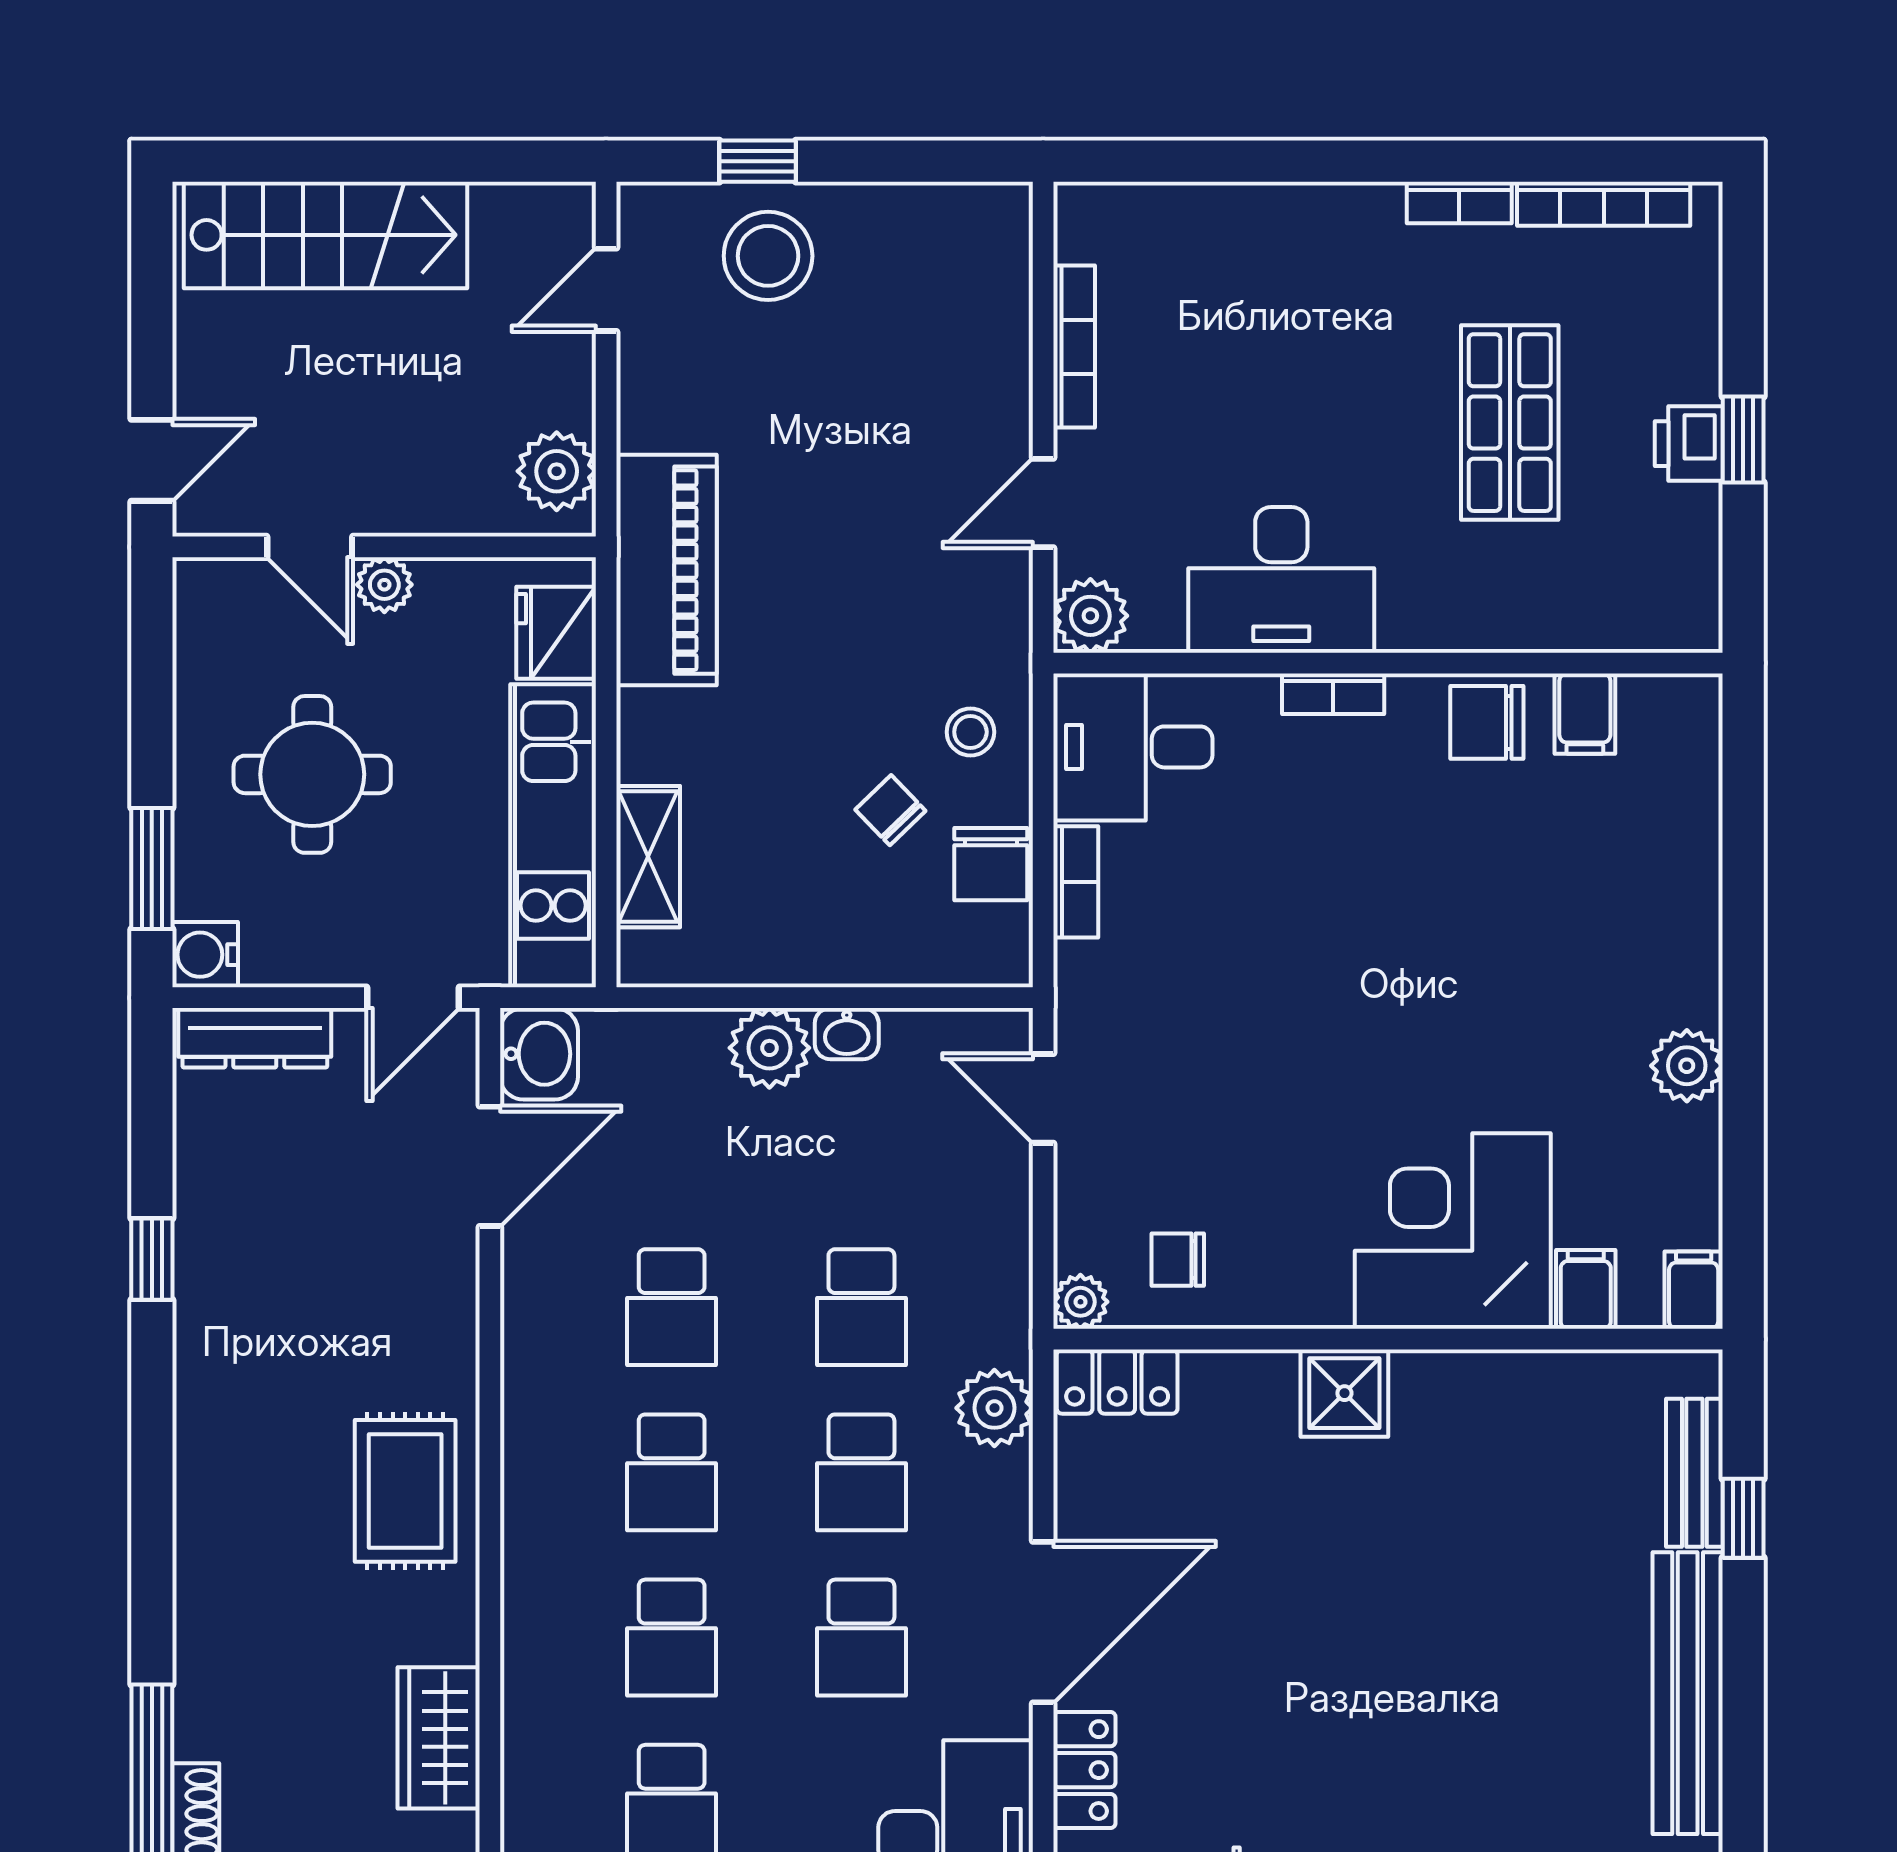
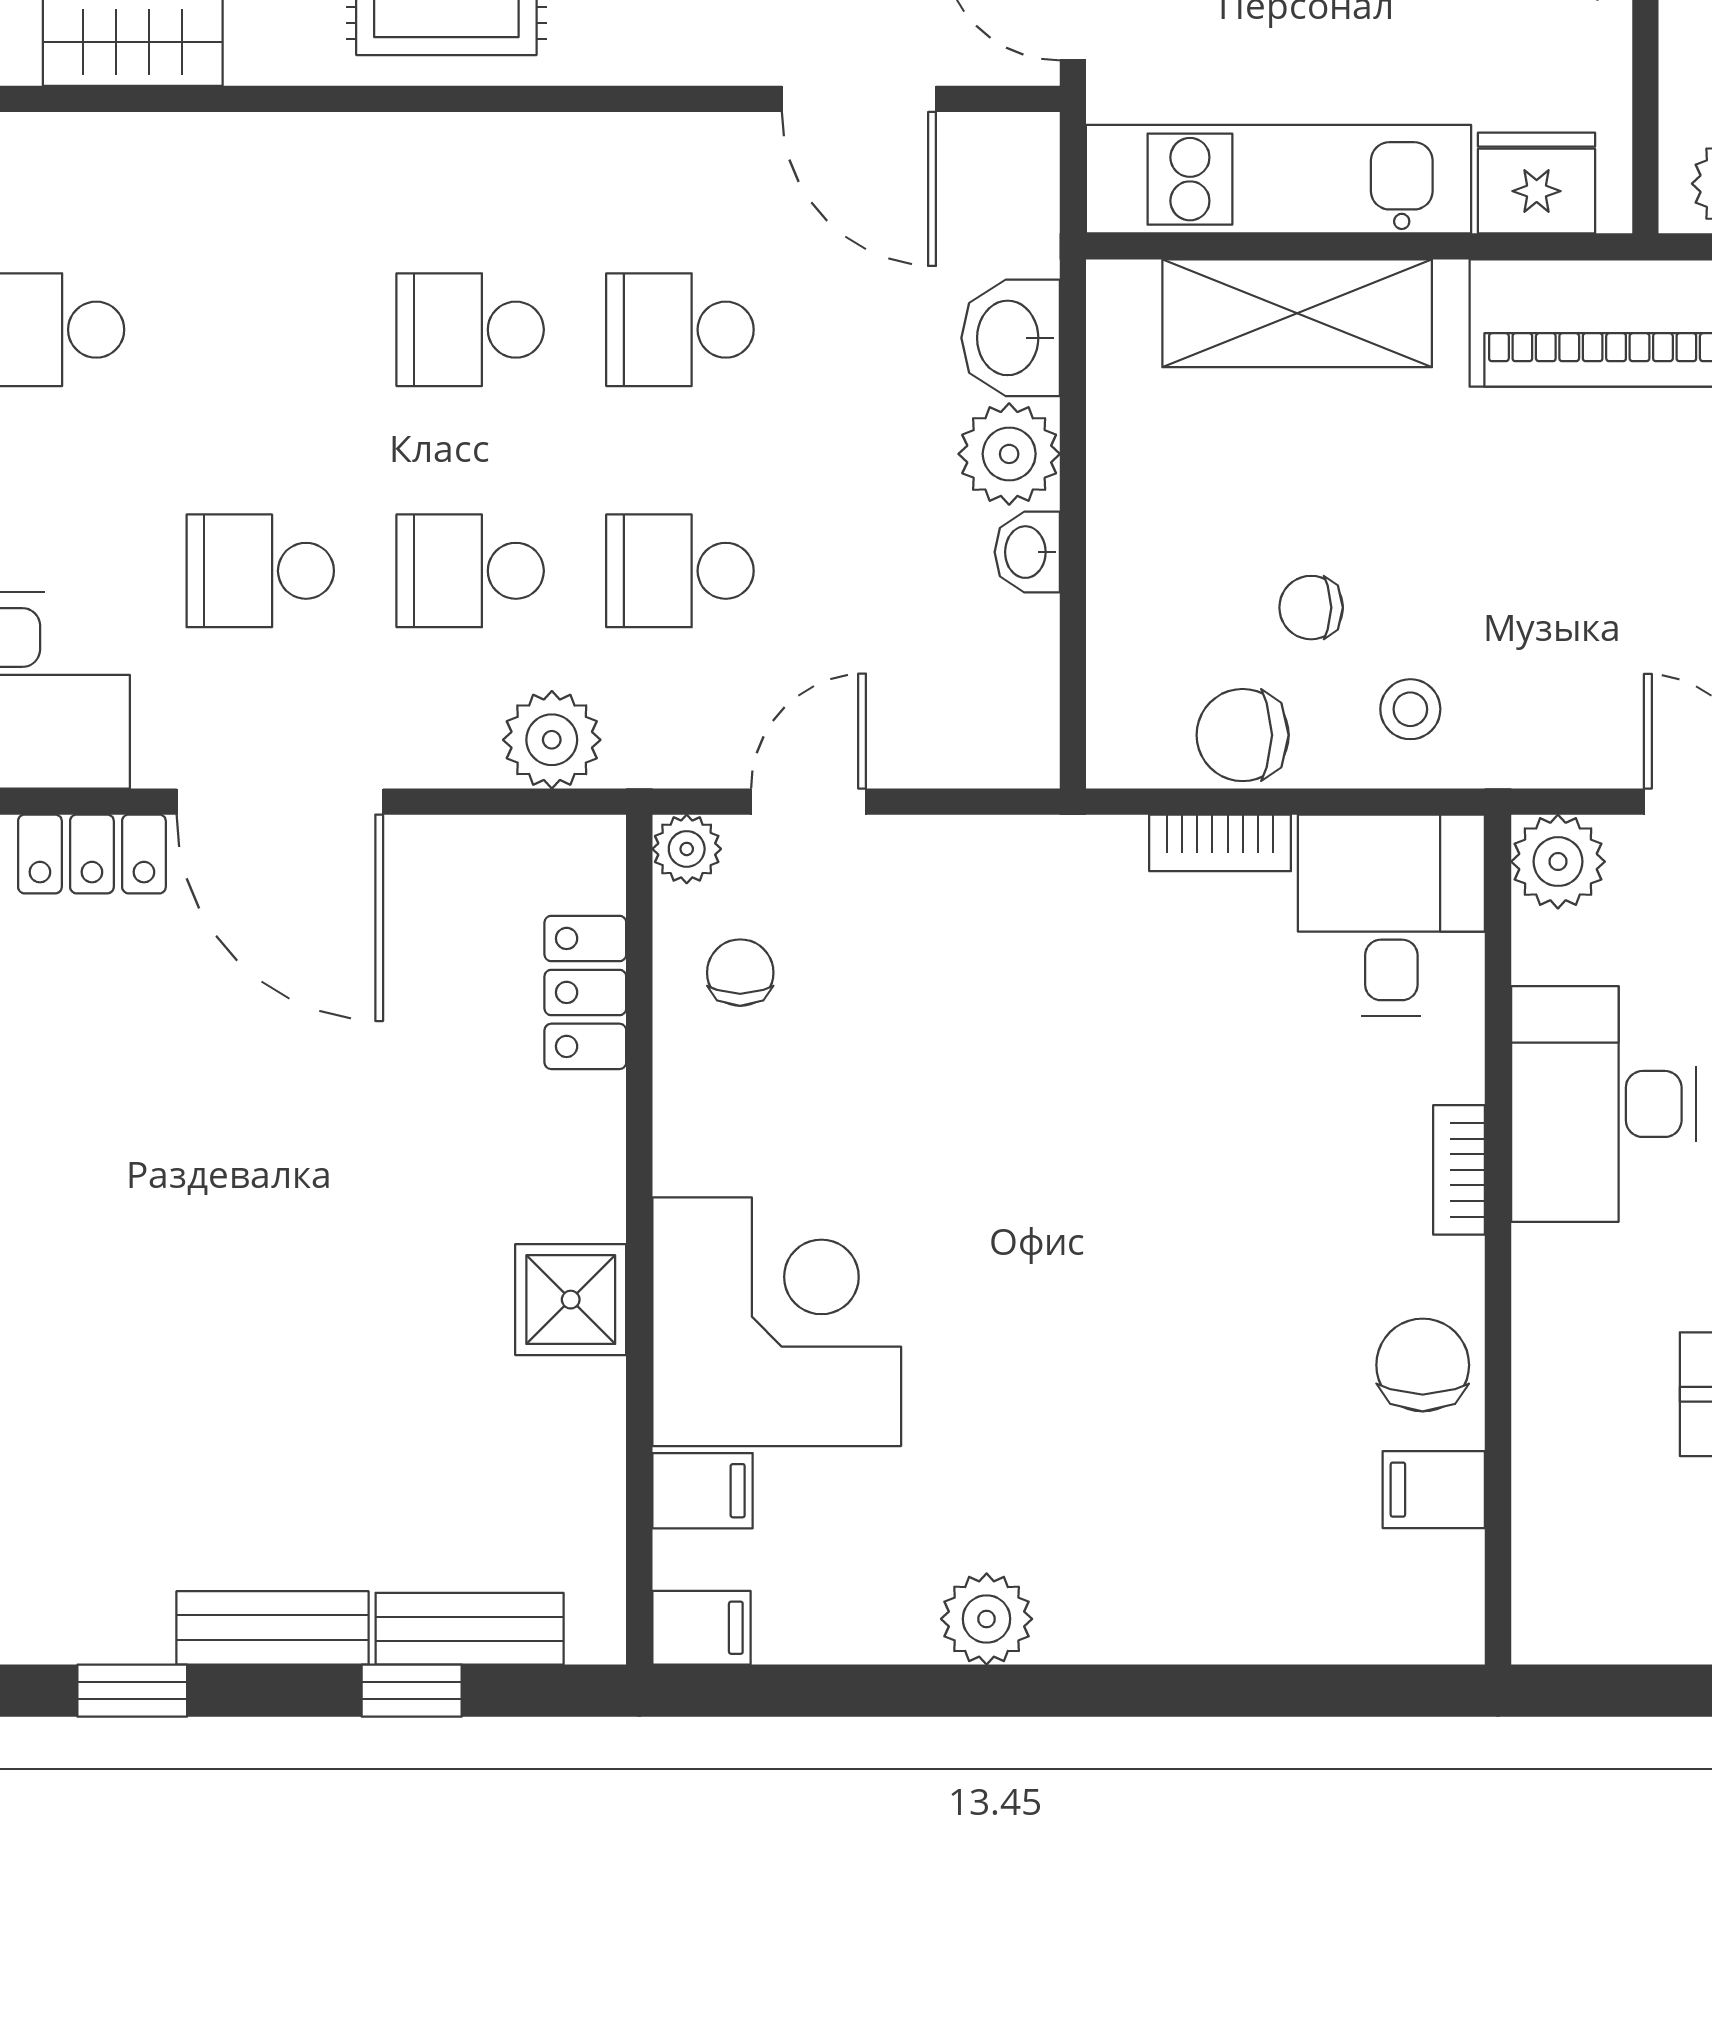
chair: (890, 810) -> (1311, 608), turned -136
shelving: (648, 857) -> (1297, 313), width x1.50, depth x1.33
washbasin: (539, 1054) -> (1011, 338), moved, turned 90
door: (1043, 1098) -> (808, 802), moved
locker: (1117, 1382) -> (585, 992), moved
shower: (1344, 1393) -> (571, 1300), moved
school desk: (672, 1638) -> (260, 330), removed
bench: (1688, 1693) -> (273, 1628), width x0.54, depth x0.82
window: (1743, 1738) -> (132, 1691), added

